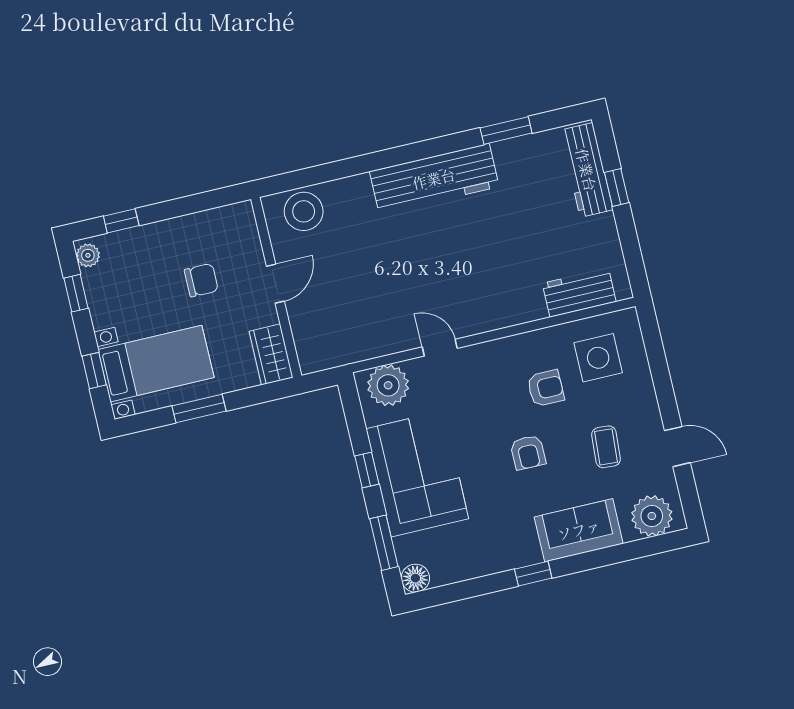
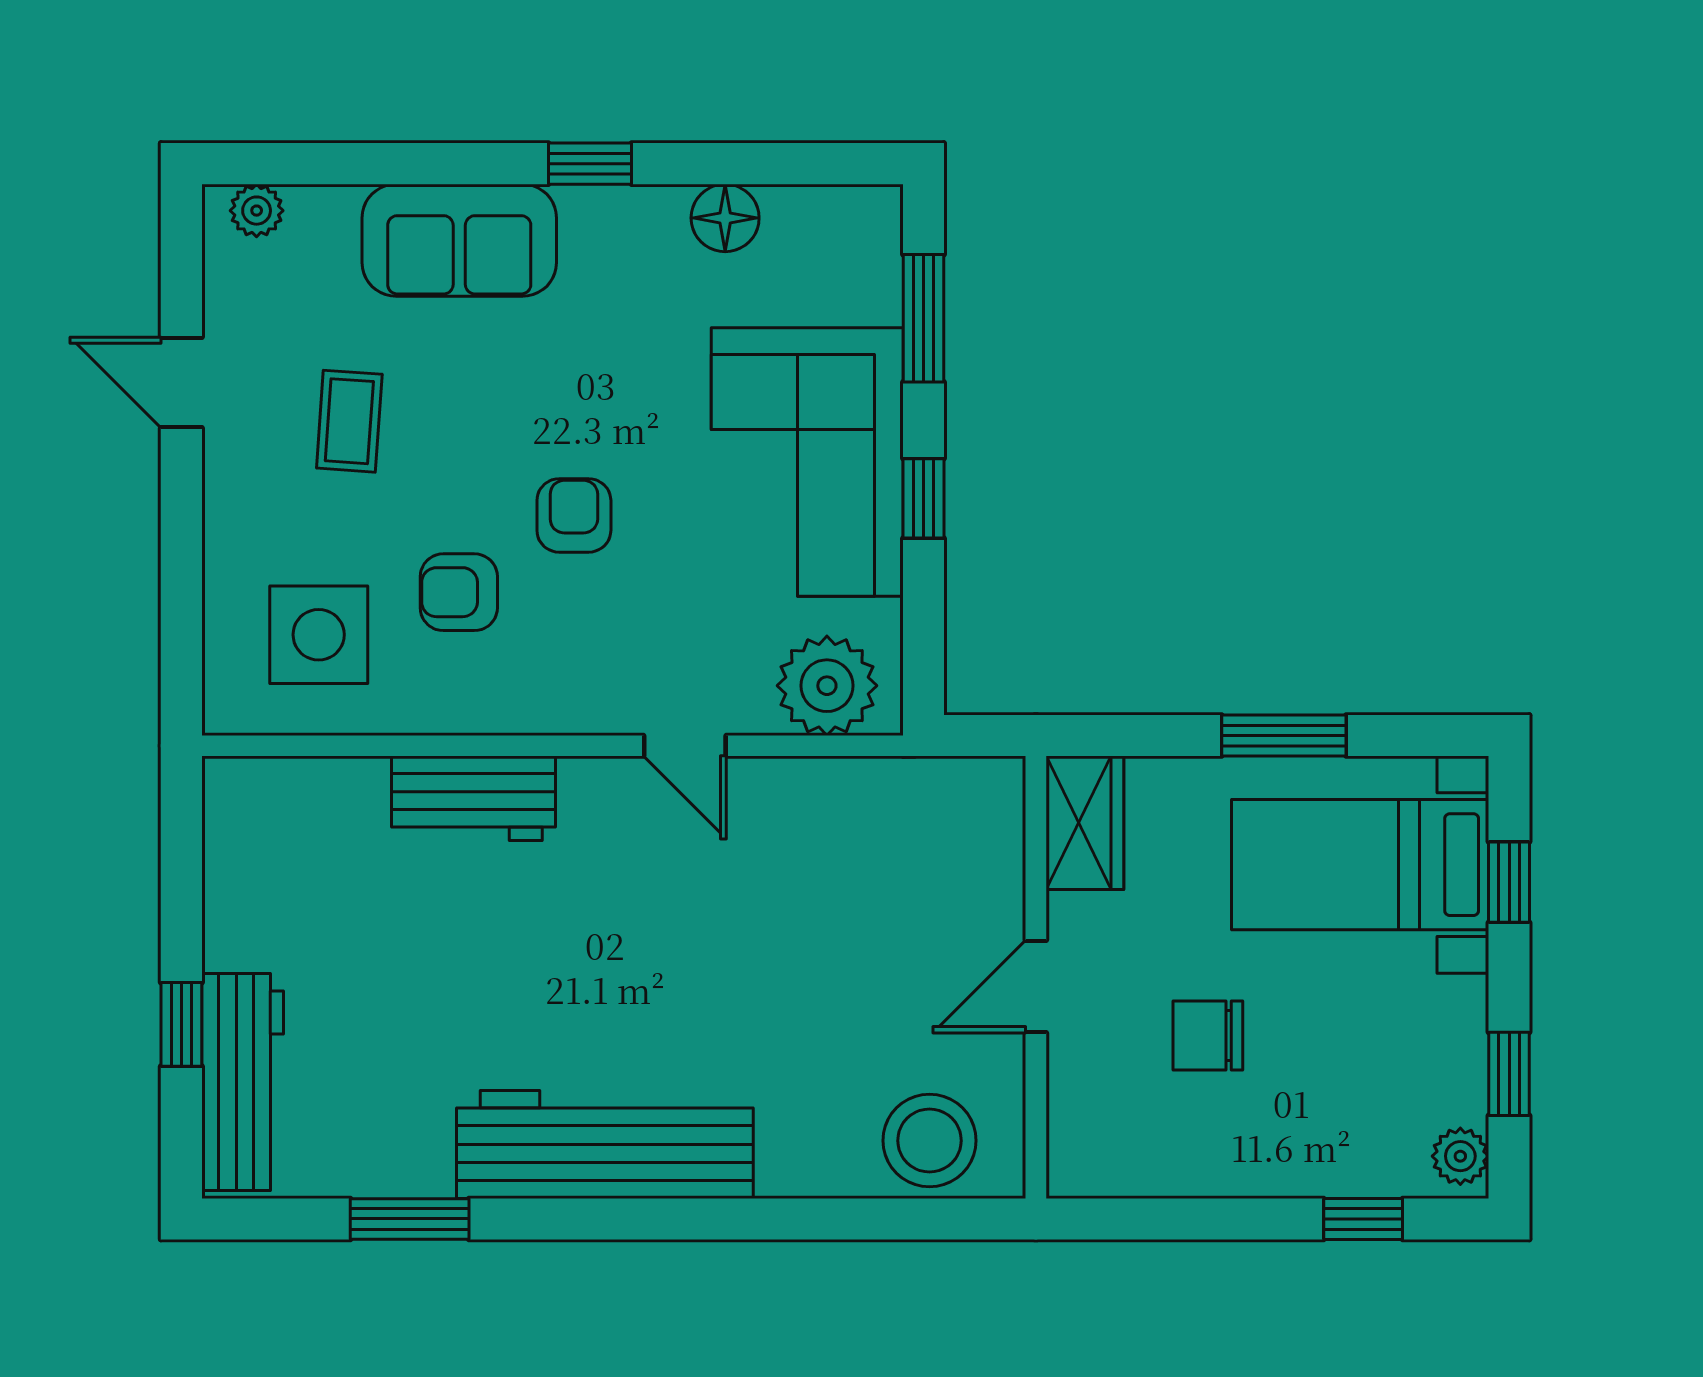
workbench: (579, 293) -> (473, 798), moved
armchair: (528, 452) -> (574, 515), moved
plant: (652, 516) -> (257, 211), width x0.53, depth x0.53
floor lamp: (415, 578) -> (725, 218), moved

